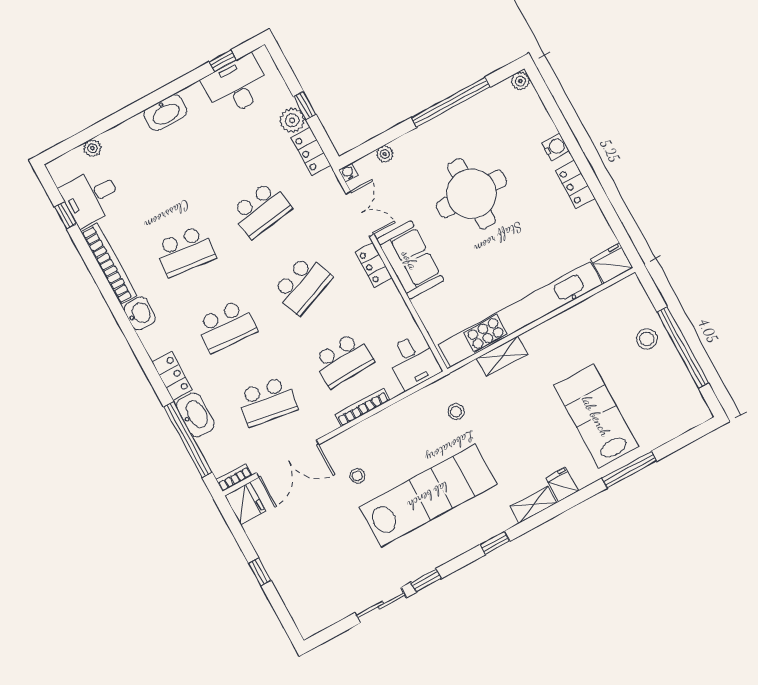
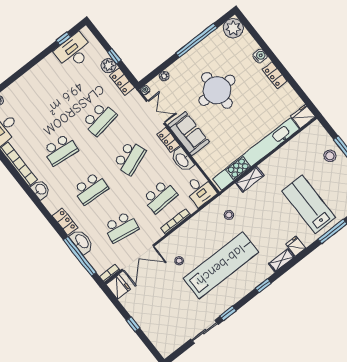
plant: (520, 81) -> (233, 28), width x1.88, depth x1.88
washbasin: (165, 113) -> (182, 160), moved, turned 90

